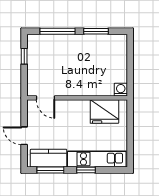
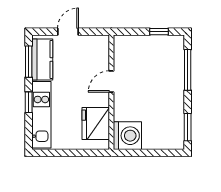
window: (96, 31) -> (188, 127), moved
washing machine: (121, 90) -> (127, 136), width x1.89, depth x1.89
door: (46, 98) -> (111, 82), moved

